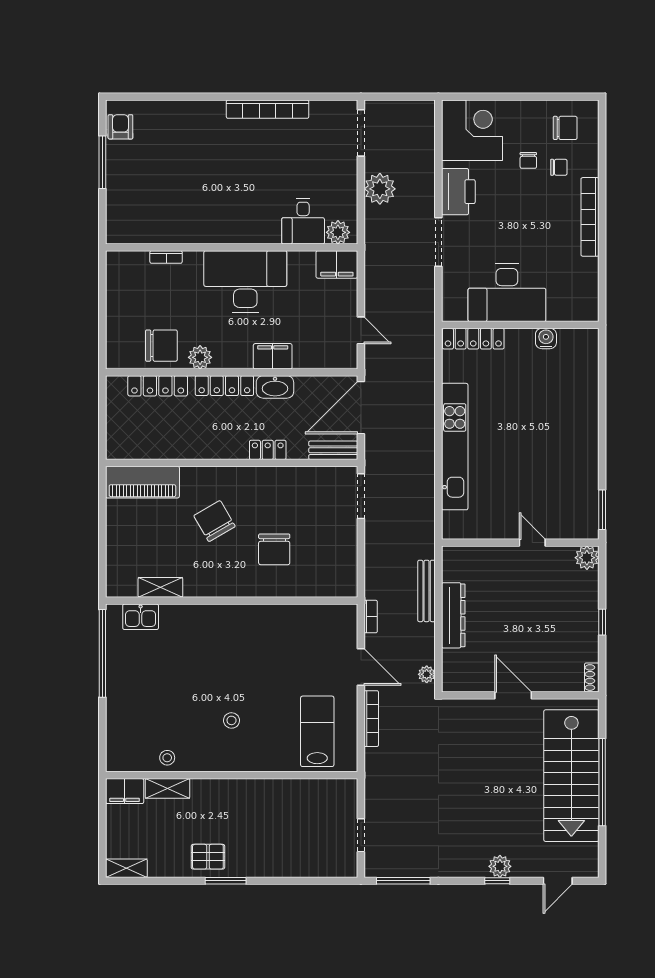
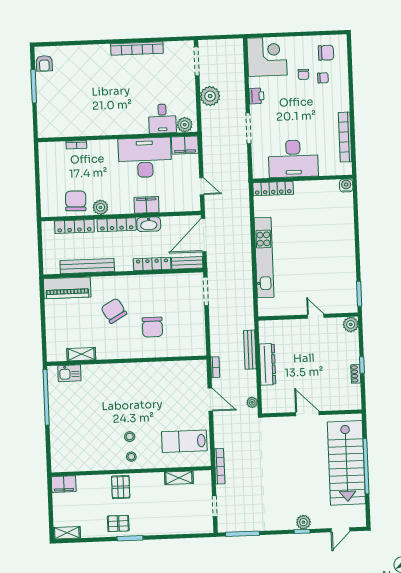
armchair: (120, 127) -> (44, 63), turned 180
printer: (458, 192) -> (256, 96), width x0.53, depth x0.68
bookcase: (590, 217) -> (345, 137), moved
desk: (245, 282) -> (145, 158), moved
water cooler: (546, 338) -> (346, 186), moved
chair: (161, 346) -> (76, 201), turned -88
bench: (175, 449) -> (87, 266), added
locker: (268, 450) -> (152, 264), width x1.53
shoe rack: (592, 678) -> (356, 374), moved
bookcase: (371, 719) -> (220, 466), moved
lab bench: (317, 731) -> (184, 441), turned -90
stool: (167, 758) -> (131, 457), moved
shelving: (168, 788) -> (179, 478), moved
pallet: (214, 799) -> (121, 487), added

